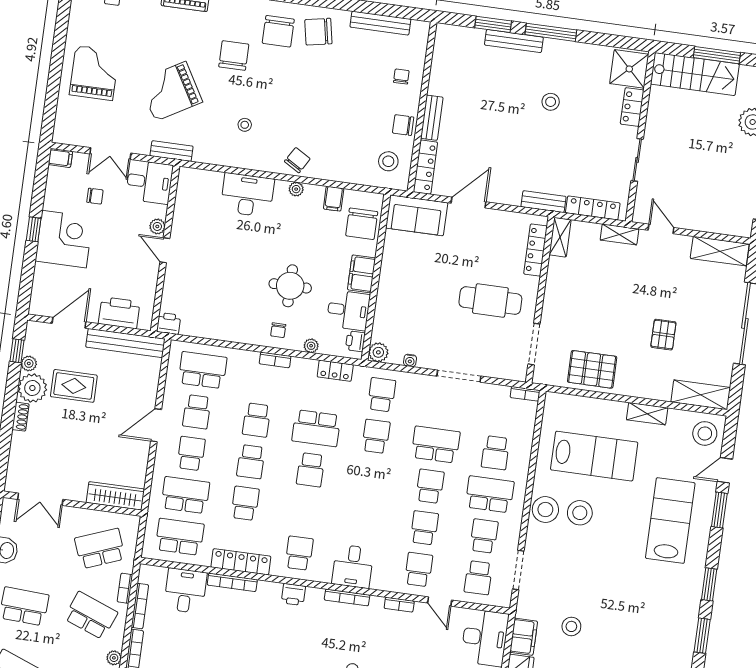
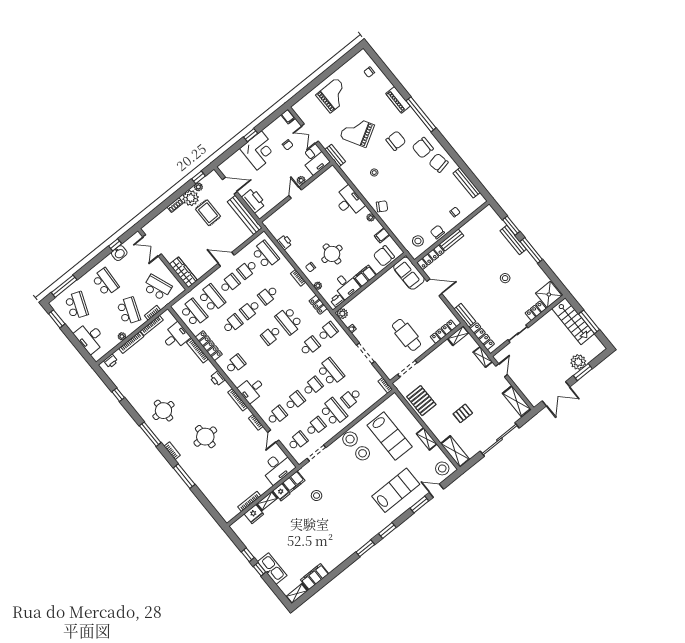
printer: (169, 323) -> (285, 242), moved
school desk: (478, 578) -> (298, 441), turned 180

